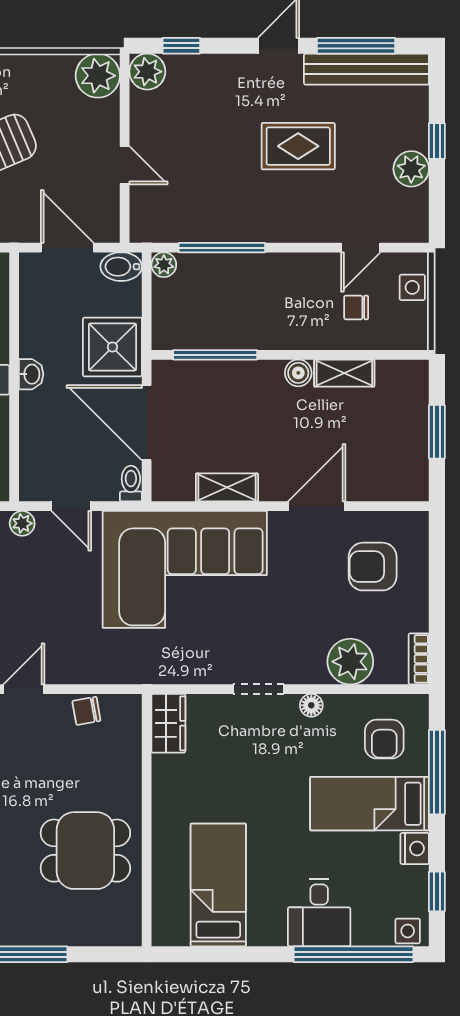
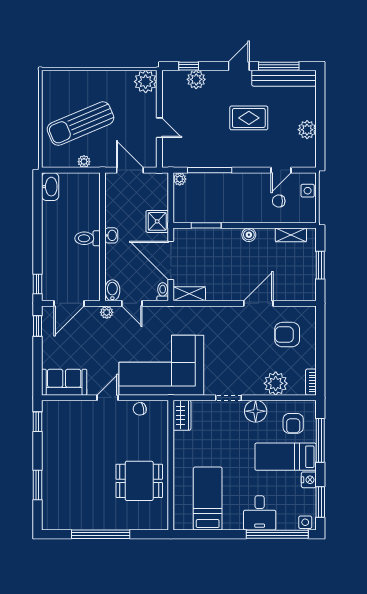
plant: (147, 72) -> (196, 79), moved
window: (437, 141) -> (320, 115), removed
bidet: (121, 267) -> (112, 290), moved, turned 90
shower: (112, 347) -> (157, 221), width x0.73, depth x0.73
window: (215, 355) -> (206, 225), width x0.69
shelving: (344, 373) -> (291, 235), moved
shelving: (227, 487) -> (189, 294), moved
corner sofa: (185, 569) -> (161, 365), moved, turned 180
floor lamp: (311, 705) -> (256, 411), width x1.89, depth x1.89
window: (437, 892) -> (320, 502), width x1.50

